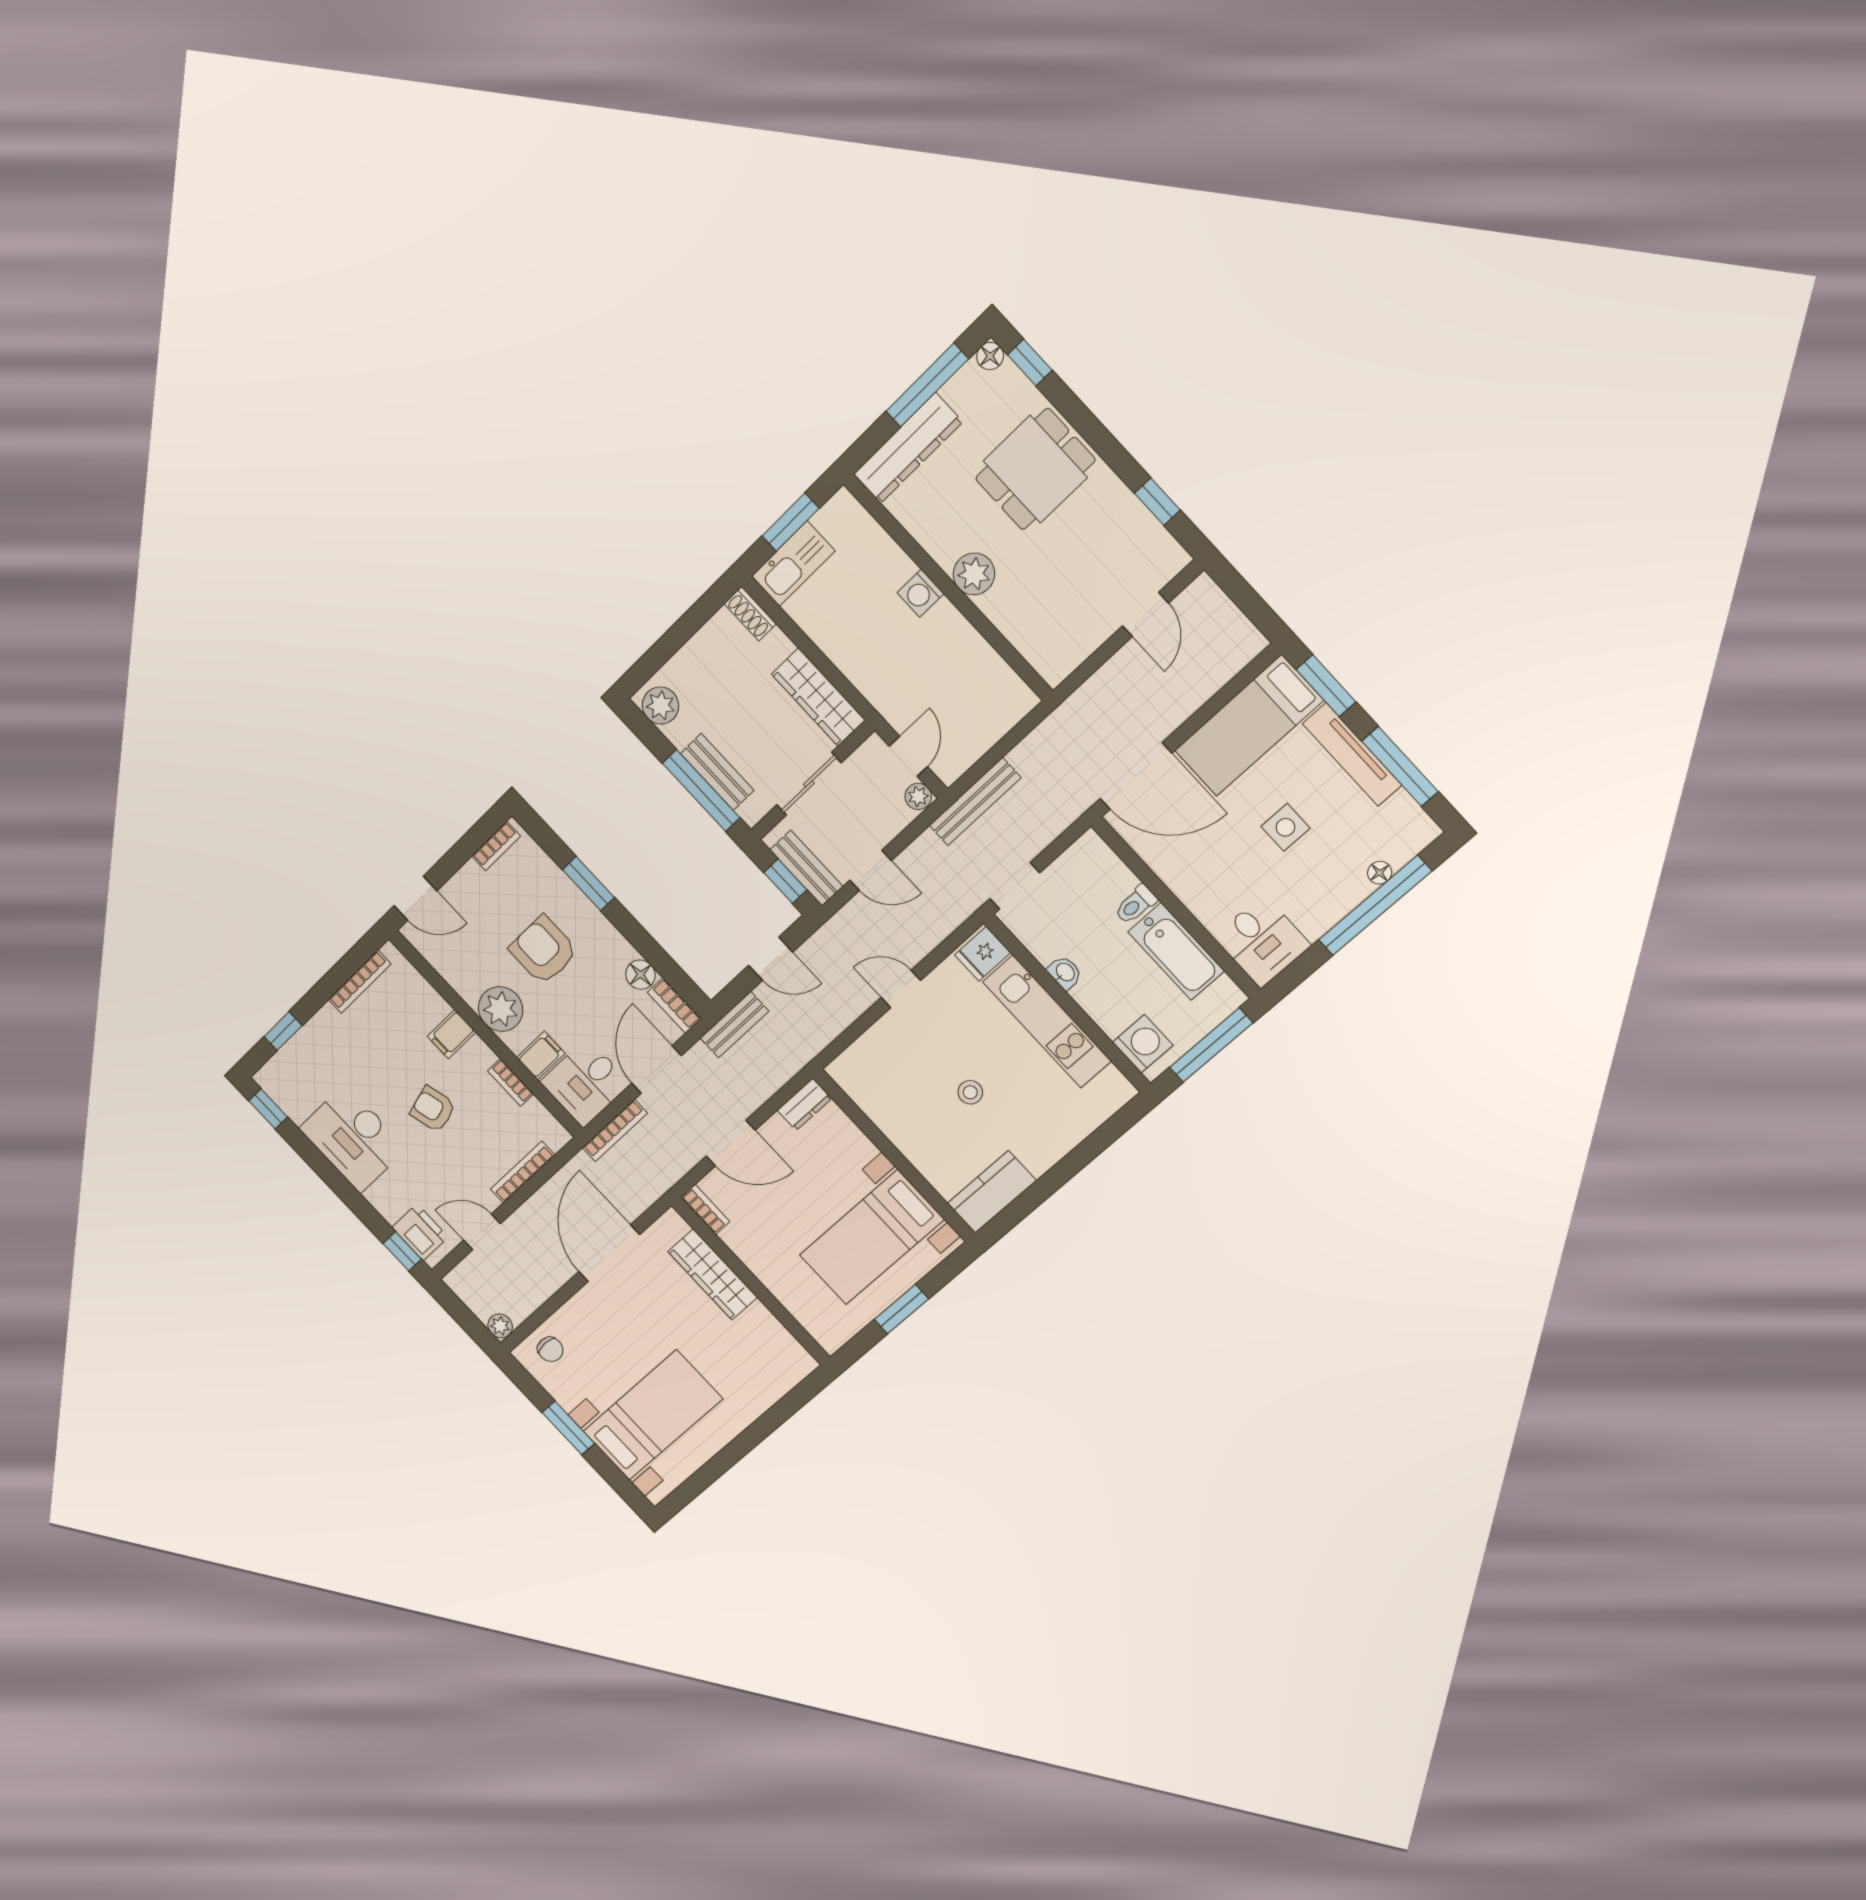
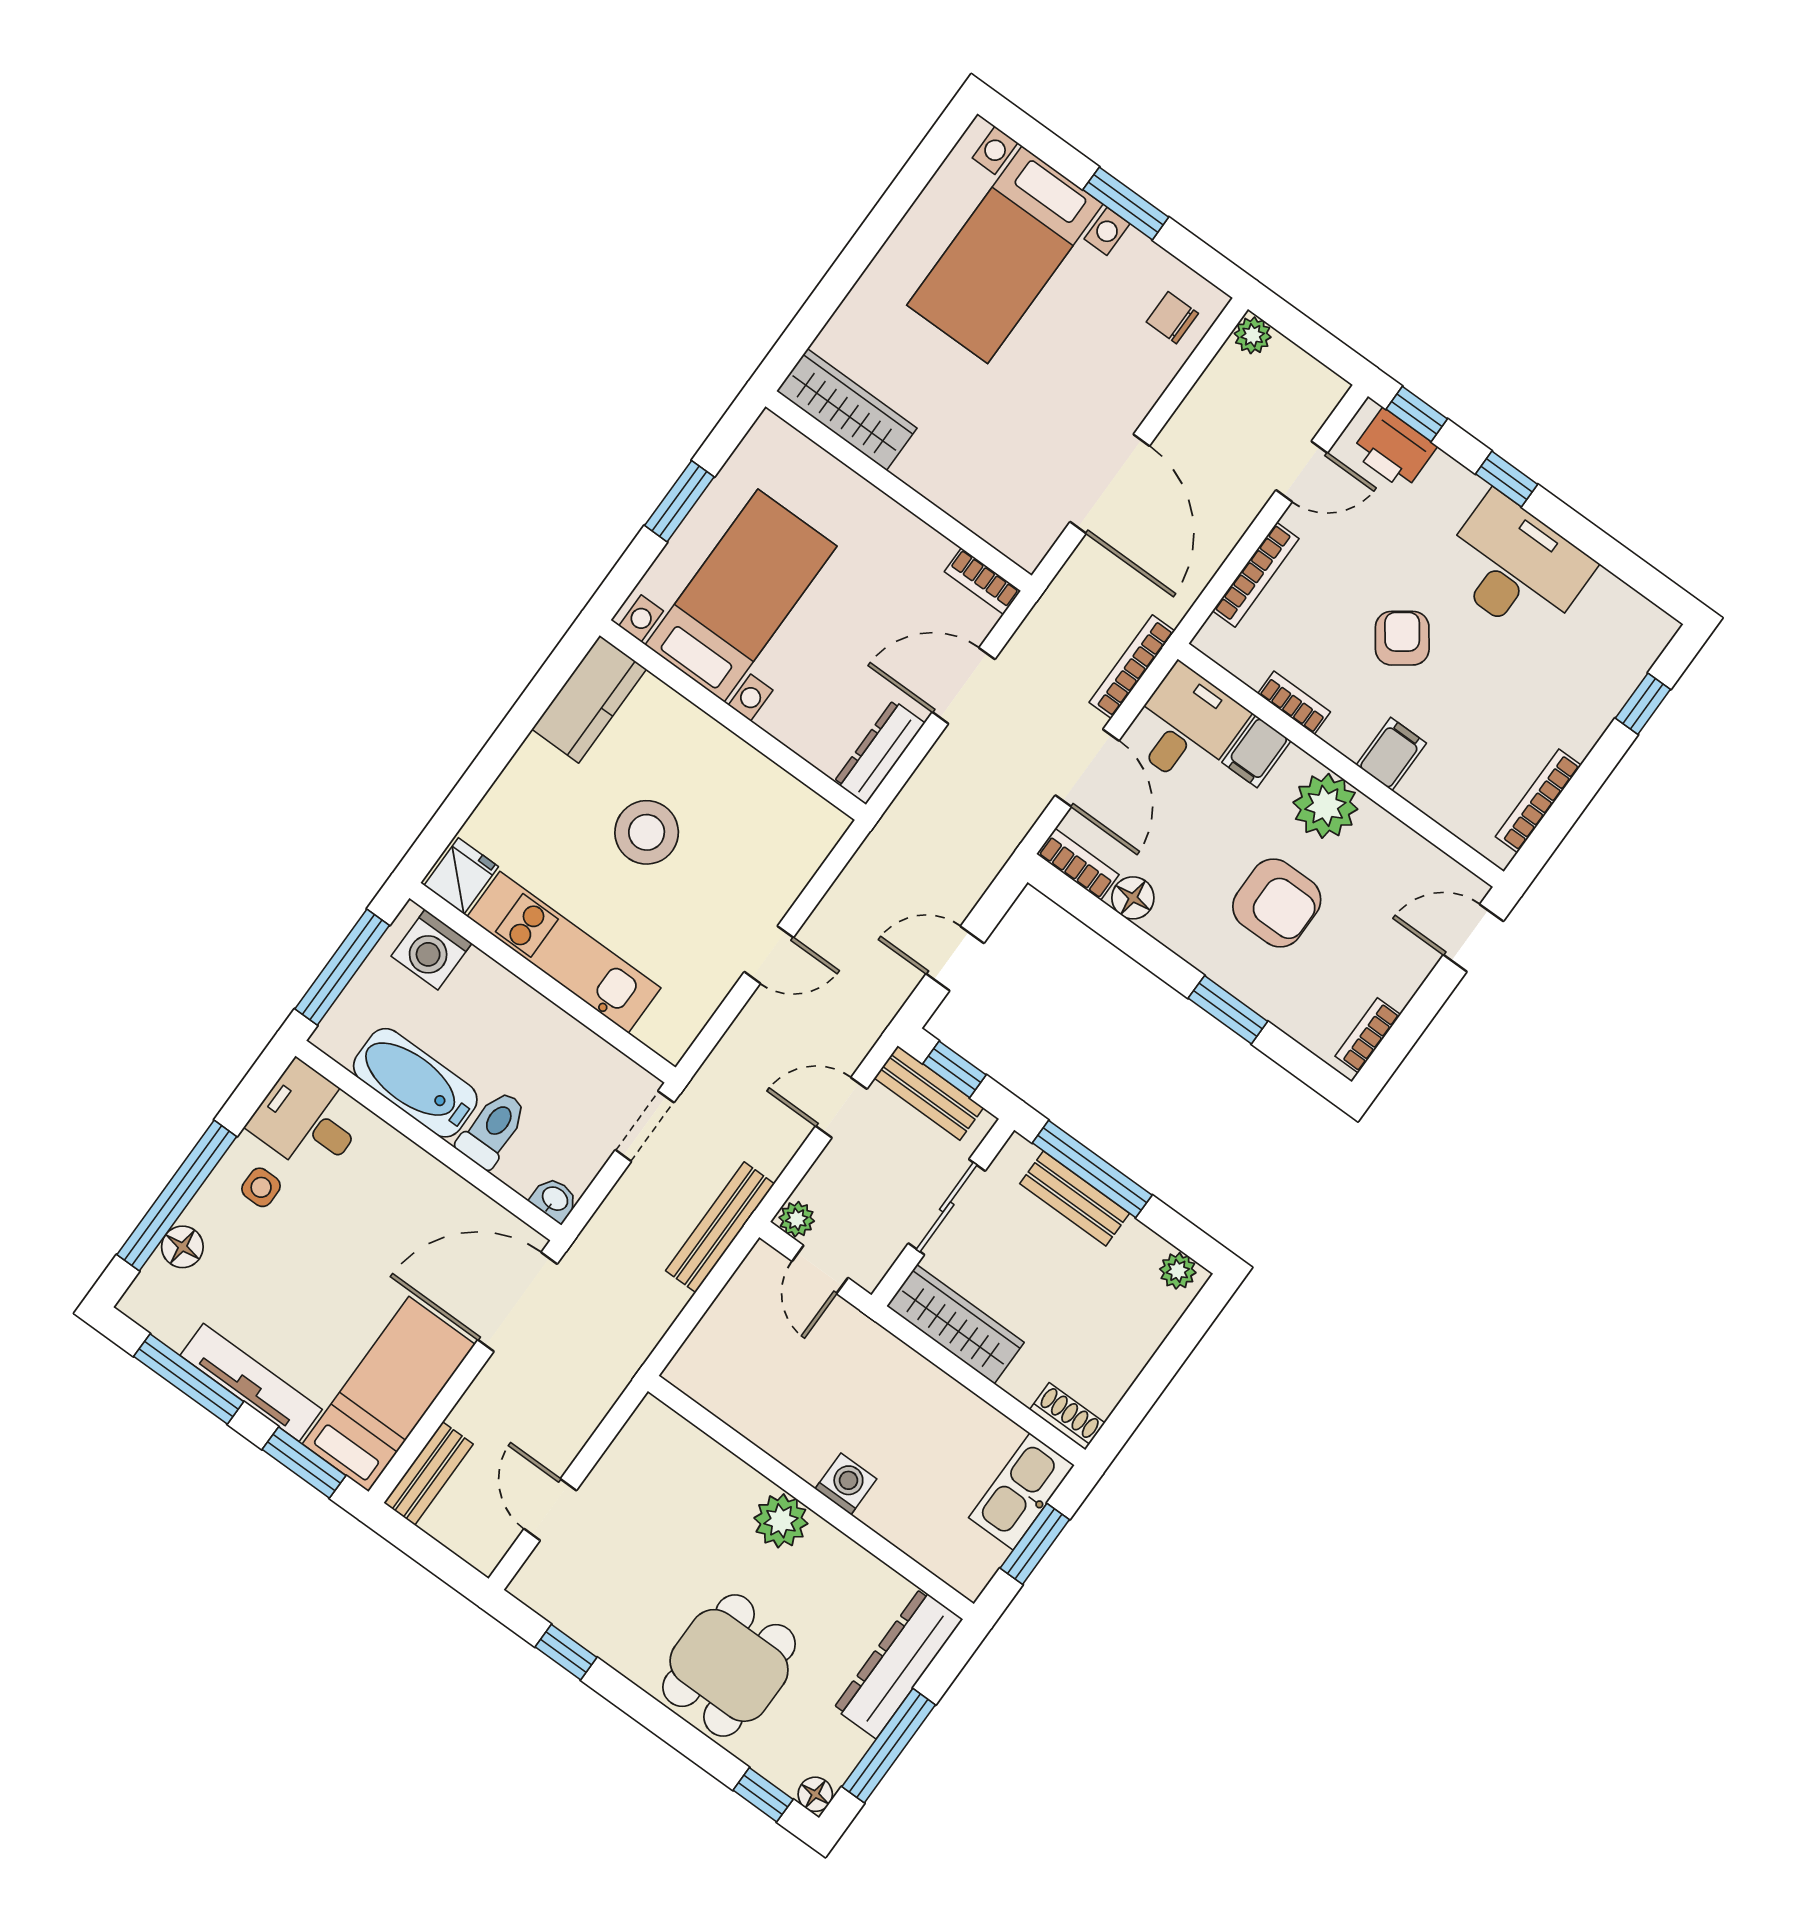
plant: (660, 706) -> (1178, 1271), width x0.73, depth x0.73
side table: (1285, 827) -> (261, 1187), moved, width x0.73, depth x0.73
floor lamp: (1380, 873) -> (182, 1247), width x1.37, depth x1.37
toilet: (1136, 905) -> (493, 1129), width x1.37, depth x1.39
fridge: (983, 954) -> (461, 876), moved
washbasin: (1065, 973) -> (554, 1199), moved, turned 180
bench: (734, 1025) -> (428, 1473), moved
stool: (970, 1092) -> (647, 832), width x1.89, depth x1.89
dresser: (804, 1104) -> (880, 752), width x1.44
window: (268, 1109) -> (1507, 479), moved
armchair: (433, 1109) -> (1402, 638), turned -111
wardrobe: (713, 1274) -> (847, 410), moved

